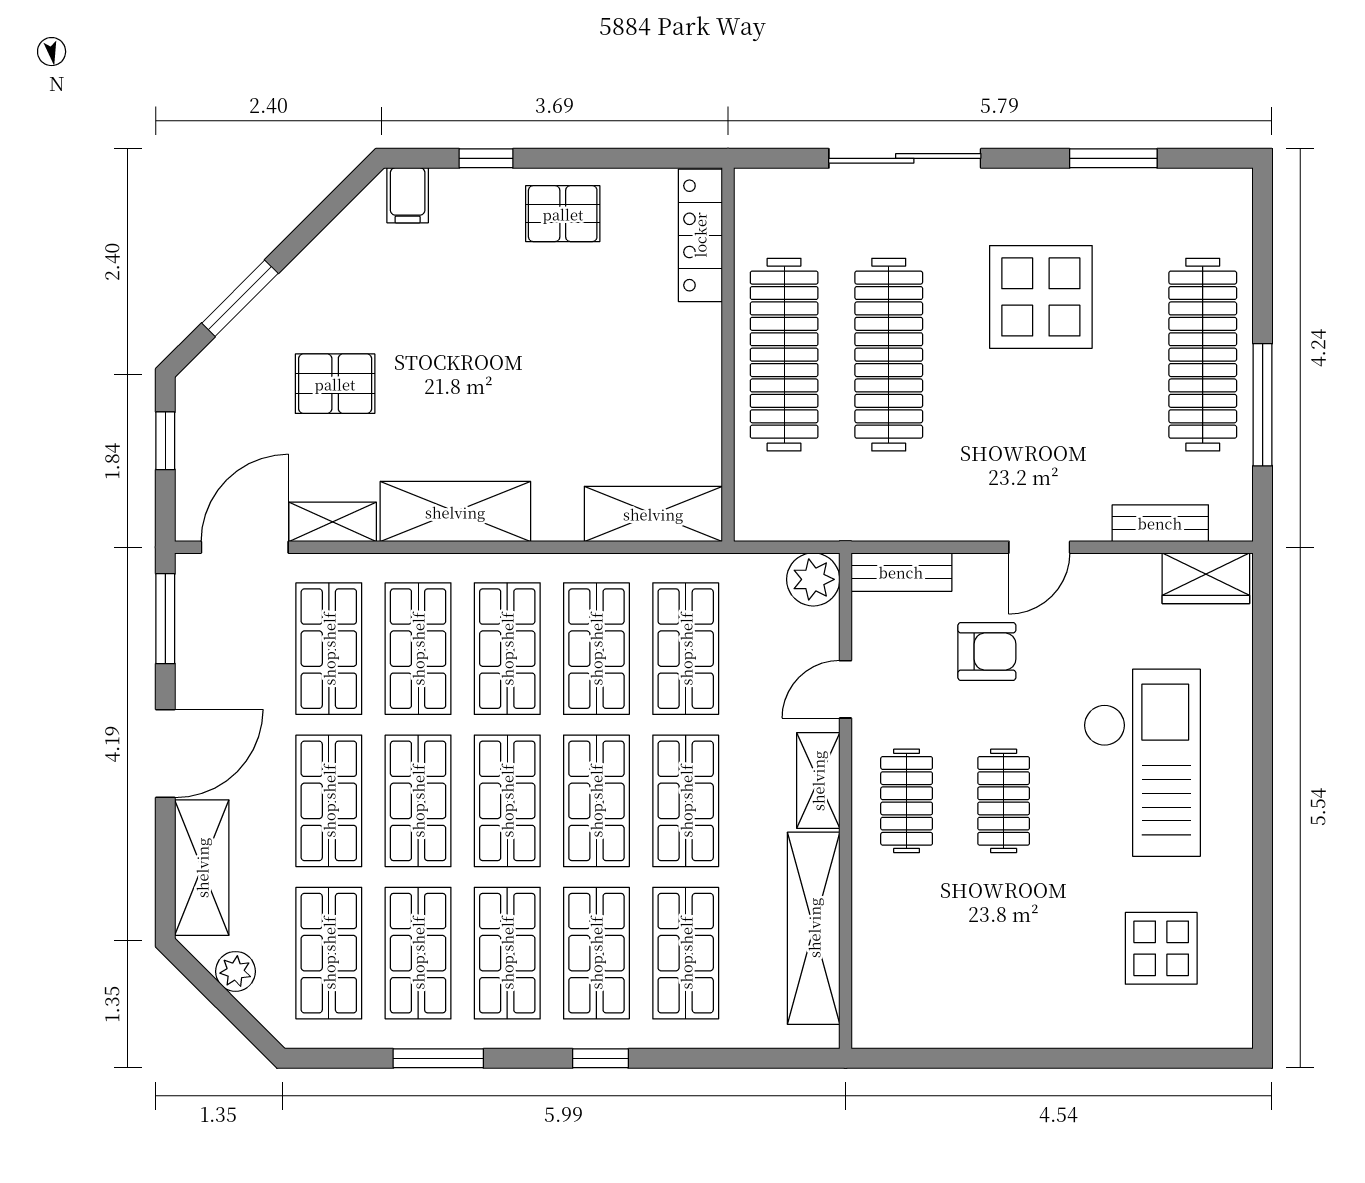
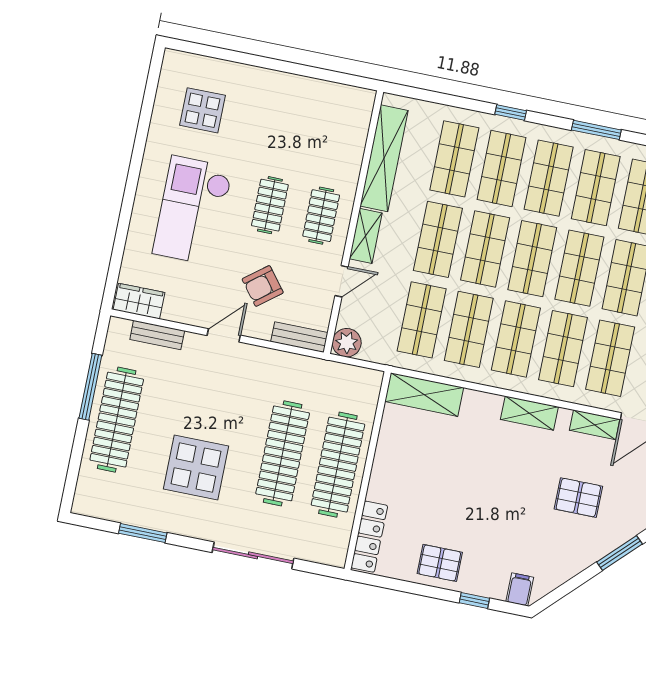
shelving: (455, 512) -> (529, 413), width x0.67, depth x0.75
armchair: (987, 652) -> (263, 286), turned -38

